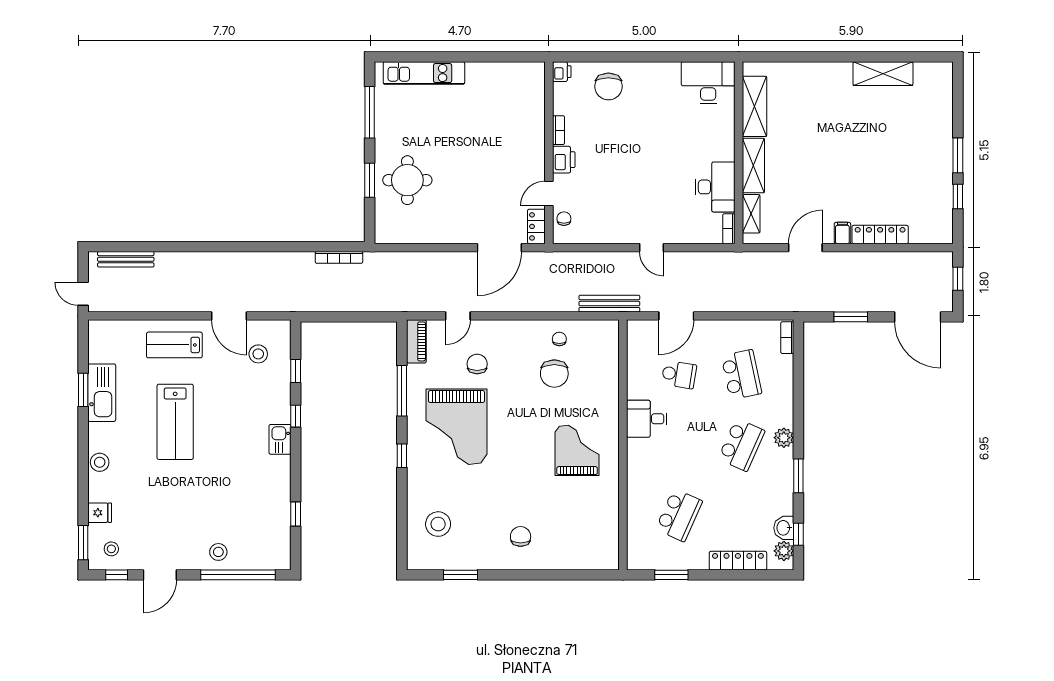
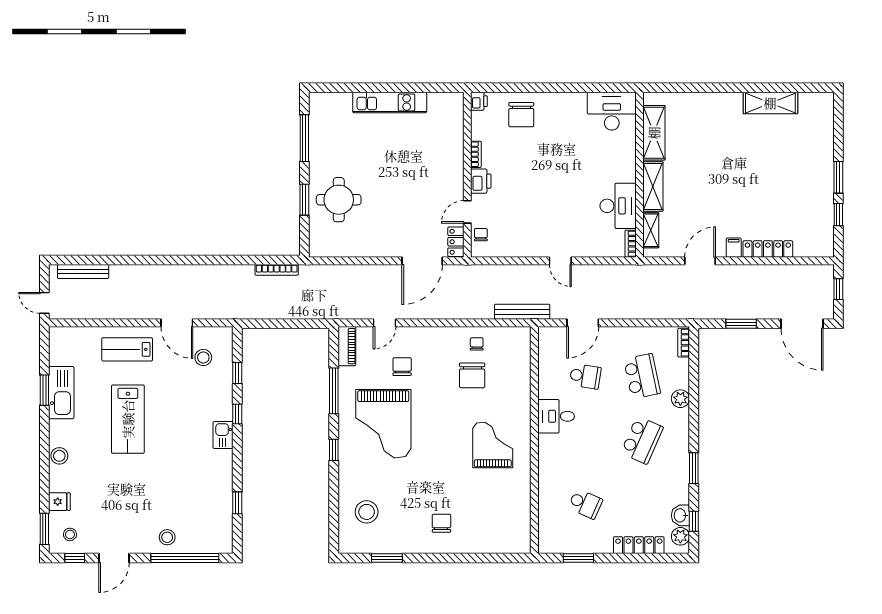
kitchen unit: (424, 73) -> (390, 102), moved
plant: (784, 438) -> (680, 399), moved
school desk: (679, 515) -> (585, 504), width x0.54

